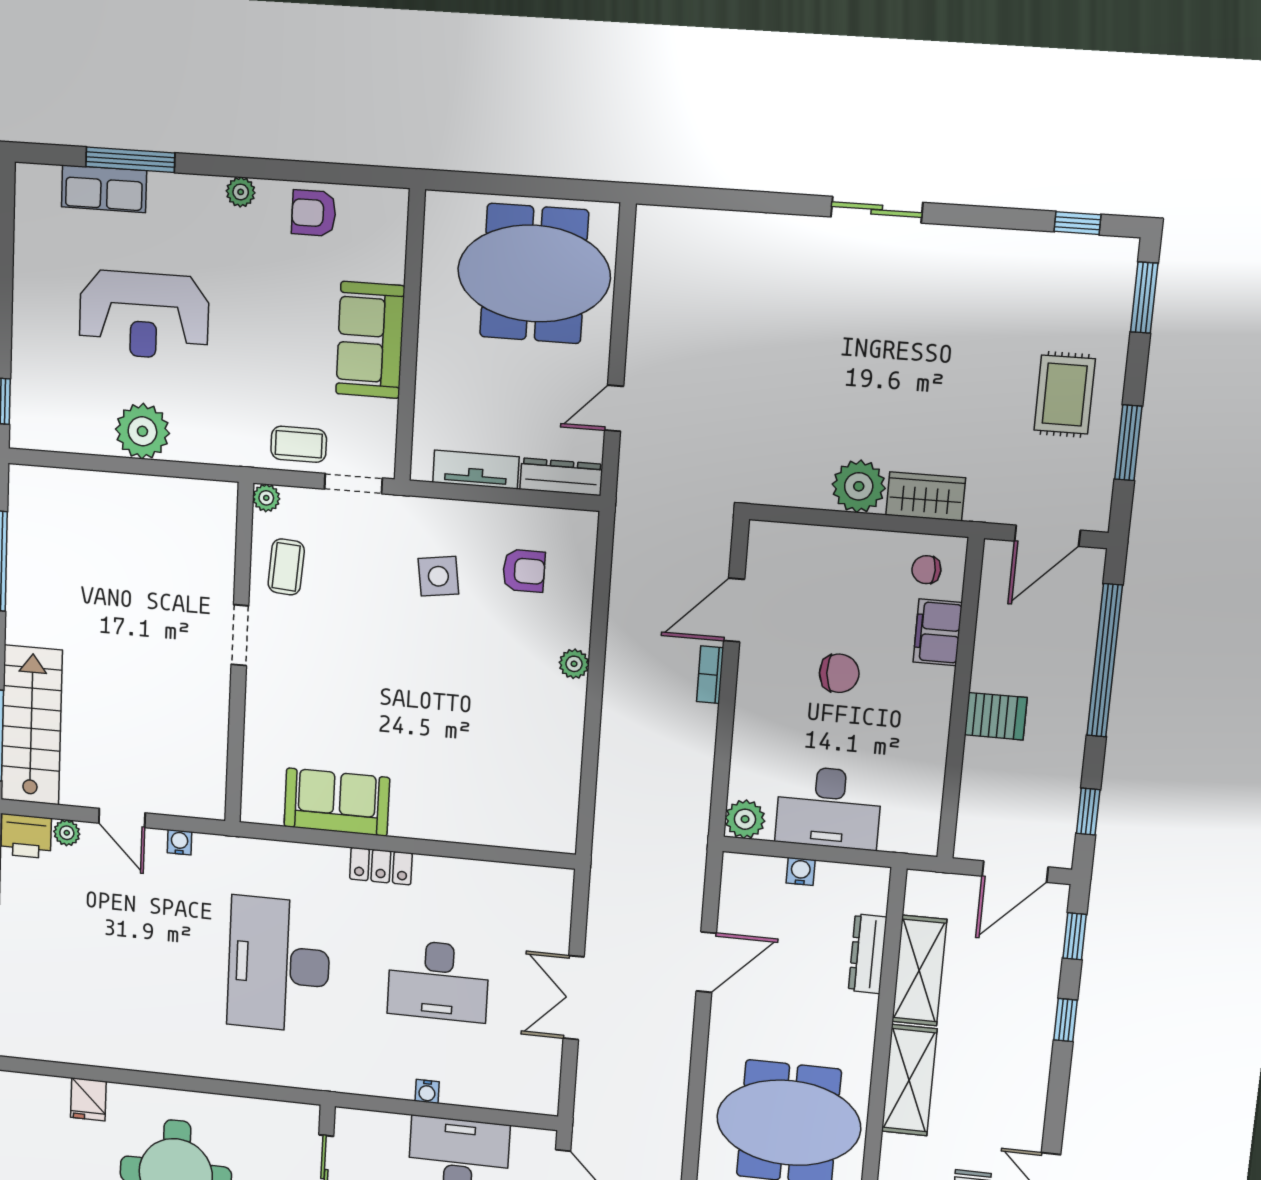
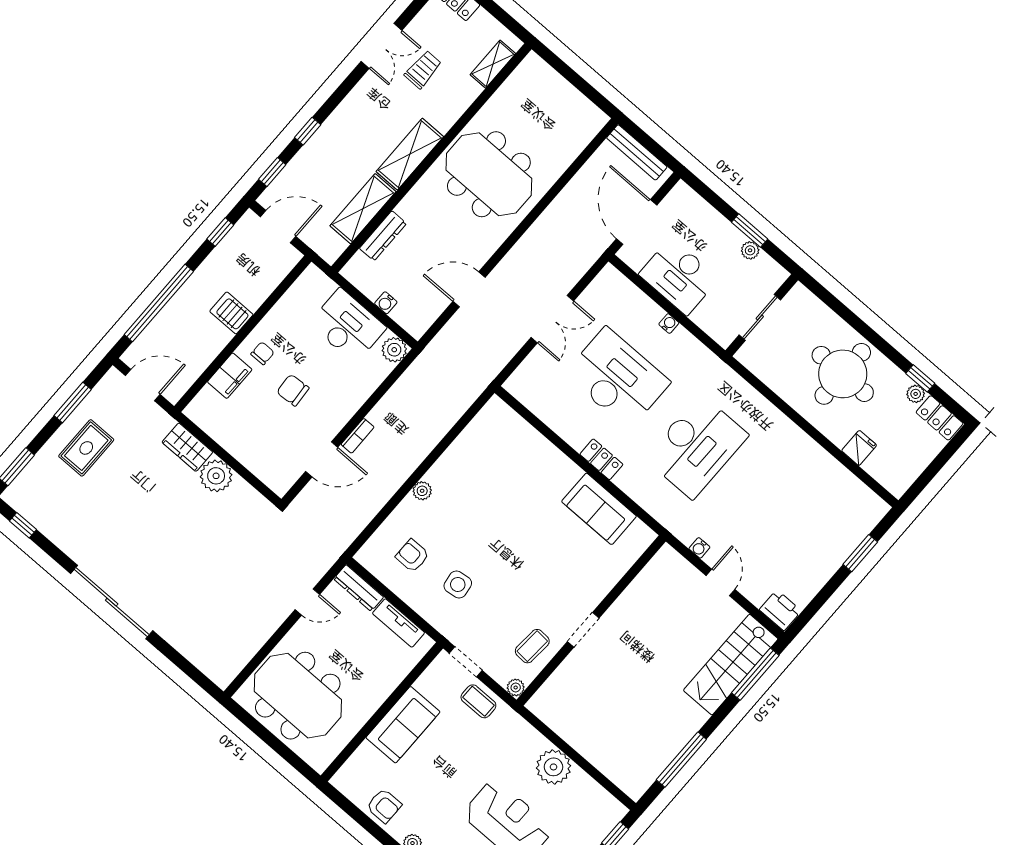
sliding door: (877, 210) -> (112, 602), width x1.86
chair: (926, 570) -> (262, 353), moved, turned -90
plant: (67, 833) -> (757, 596), removed
desk: (438, 981) -> (617, 378), width x1.36, depth x1.30

